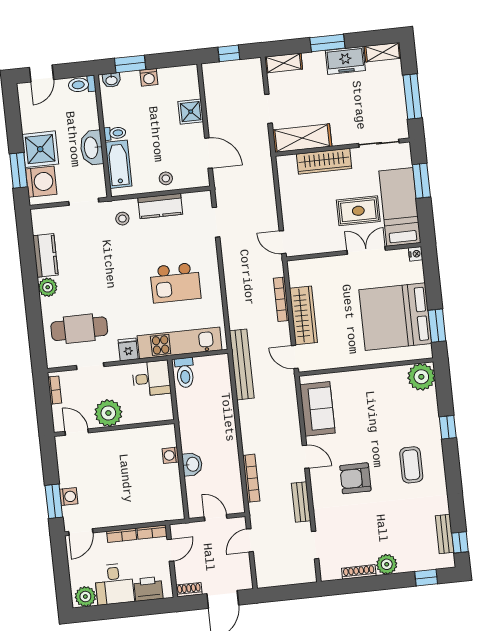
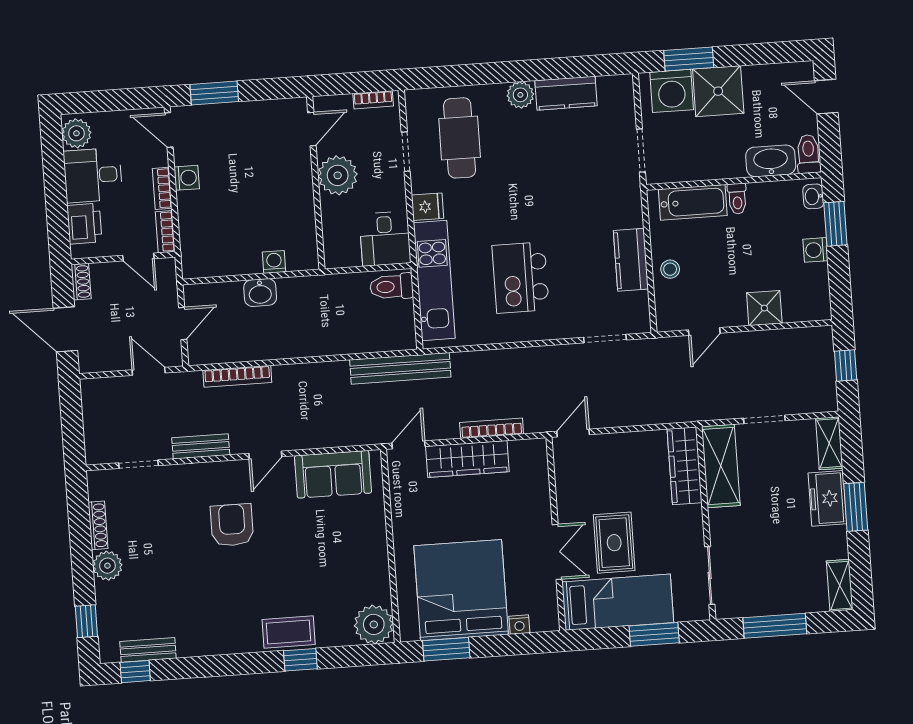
freezer: (345, 60) -> (827, 498), moved
washbasin: (92, 148) -> (771, 161), moved
door: (209, 153) -> (704, 332), width x0.73
wardrobe: (324, 161) -> (685, 466), moved
stool: (122, 219) -> (615, 205), removed
nightstand: (416, 254) -> (519, 625), moved
coffee table: (411, 465) -> (289, 632), moved
washing machine: (69, 497) -> (187, 178), moved, turned -90

